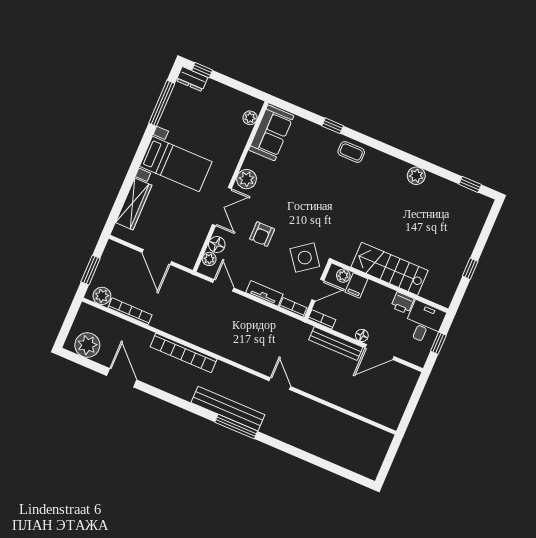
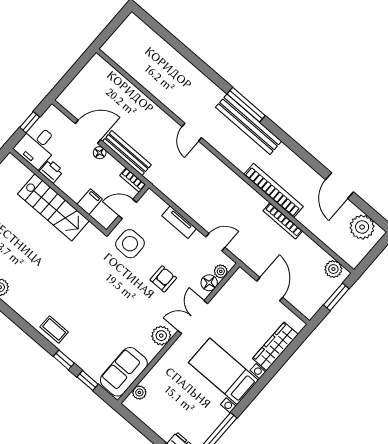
window: (303, 113) -> (88, 381), added
side table: (305, 258) -> (130, 244), turned 37
plant: (343, 276) -> (99, 215), removed
door: (223, 285) -> (215, 242), swing flipped
bookcase: (293, 307) -> (156, 200), removed
bookcase: (130, 311) -> (283, 221), moved

